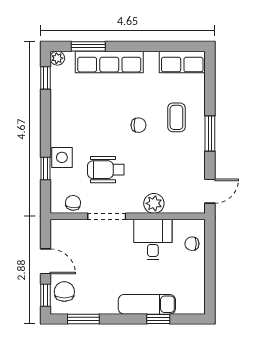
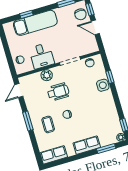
row of seats: (109, 62) -> (87, 145), width x0.68
wheelchair: (106, 170) -> (58, 92), moved
exam couch: (147, 304) -> (35, 23), width x1.36, depth x1.45

